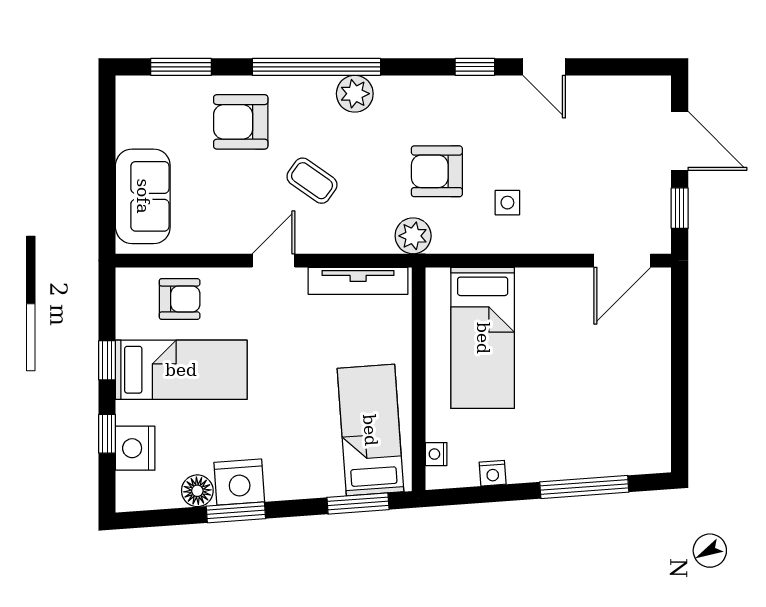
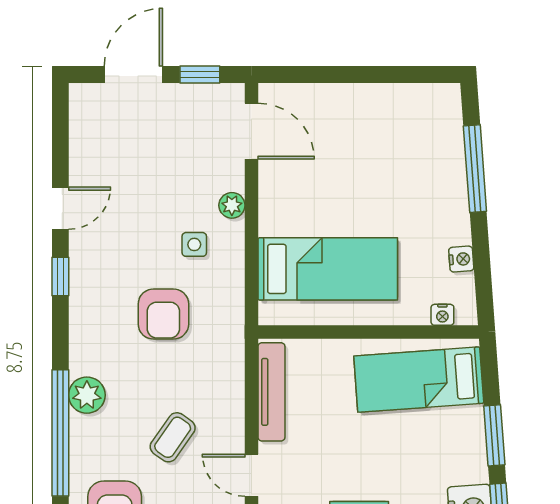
plant: (413, 236) -> (232, 205), moved, width x0.73, depth x0.73
window: (358, 503) -> (494, 435), moved

